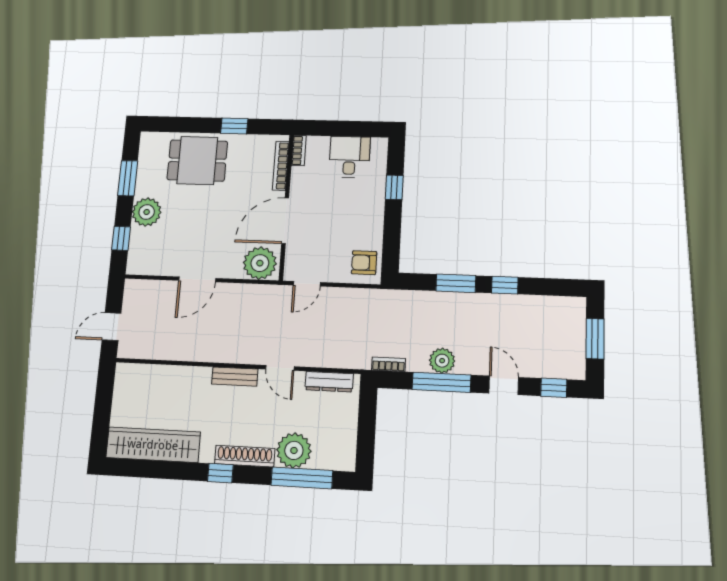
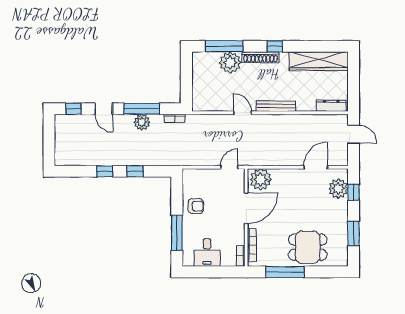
window: (234, 126) -> (285, 272), width x2.17
window: (394, 187) -> (177, 233), width x2.17
plant: (147, 212) -> (338, 189), moved
armchair: (364, 263) -> (196, 206), moved
door: (197, 279) -> (316, 167), moved
window: (456, 283) -> (135, 171), width x0.67
door: (112, 327) -> (354, 134), hinge flipped
window: (595, 339) -> (49, 140), removed
bench: (235, 377) -> (276, 106), width x1.36
dresser: (329, 382) -> (331, 106), moved

